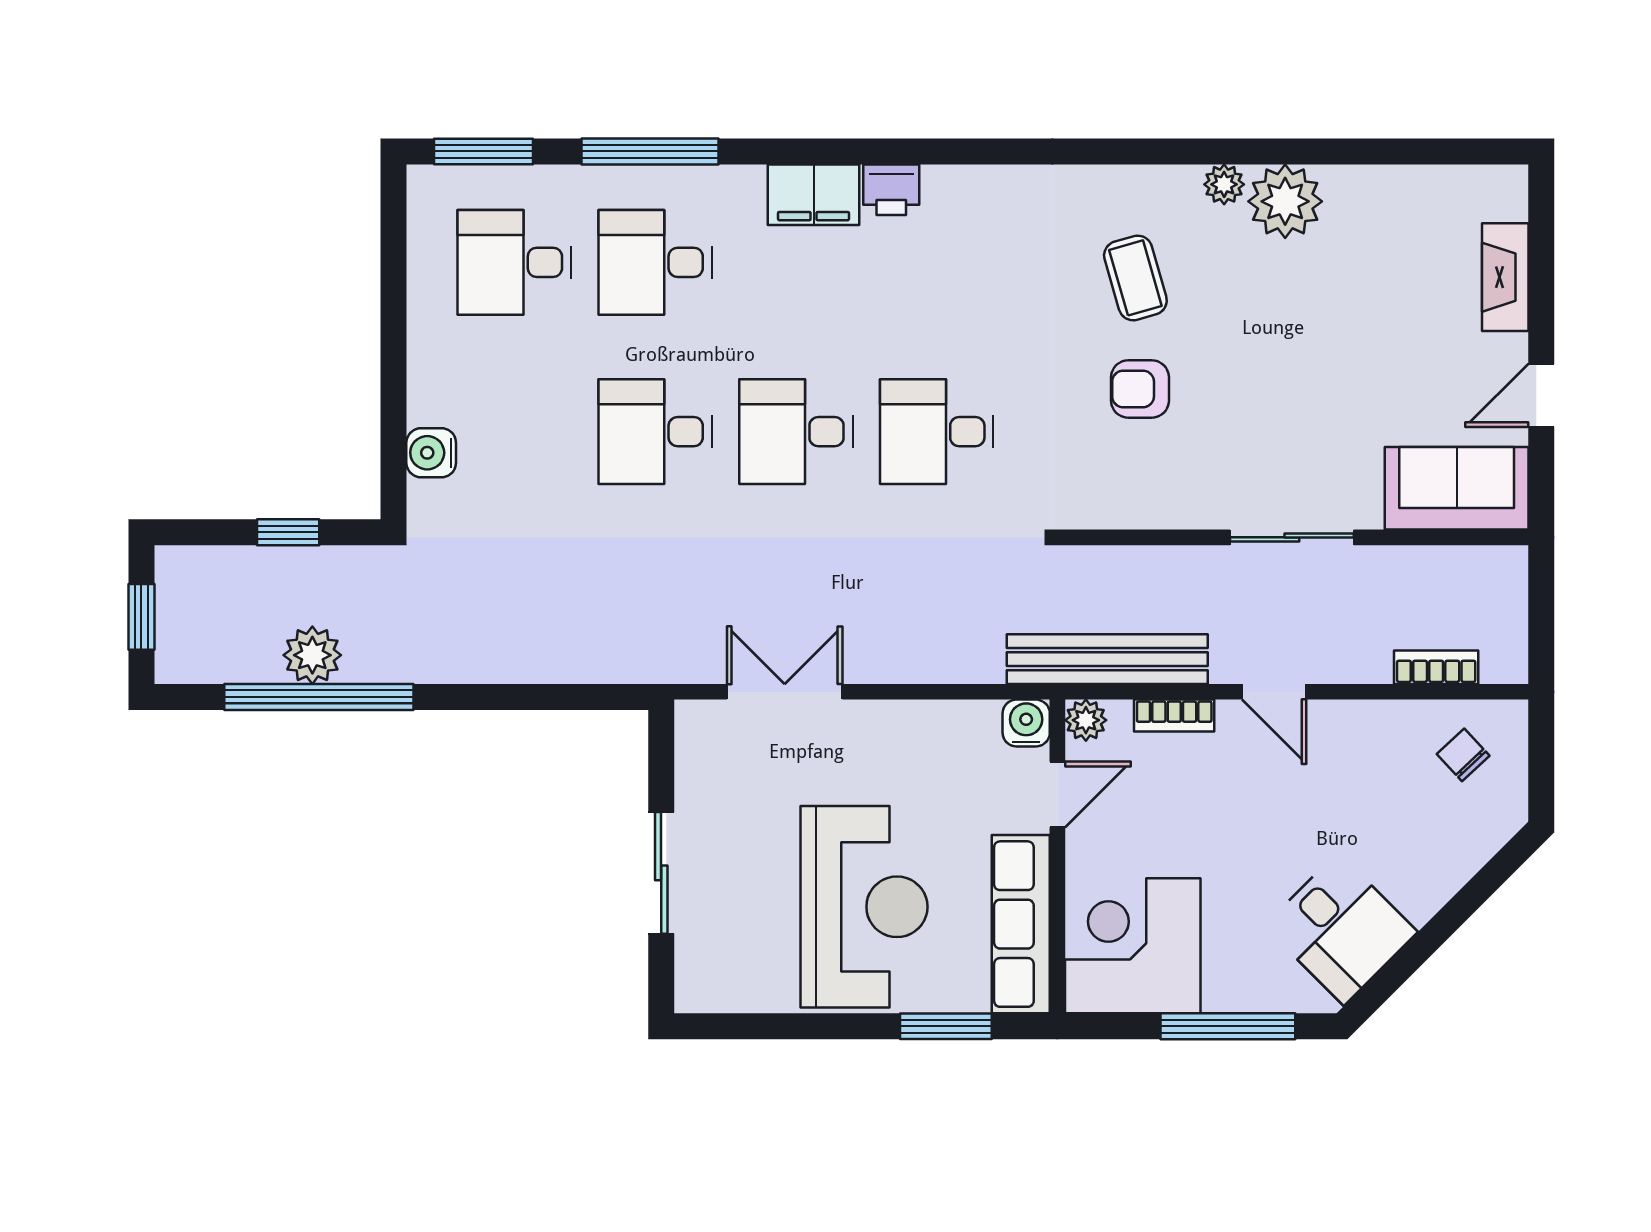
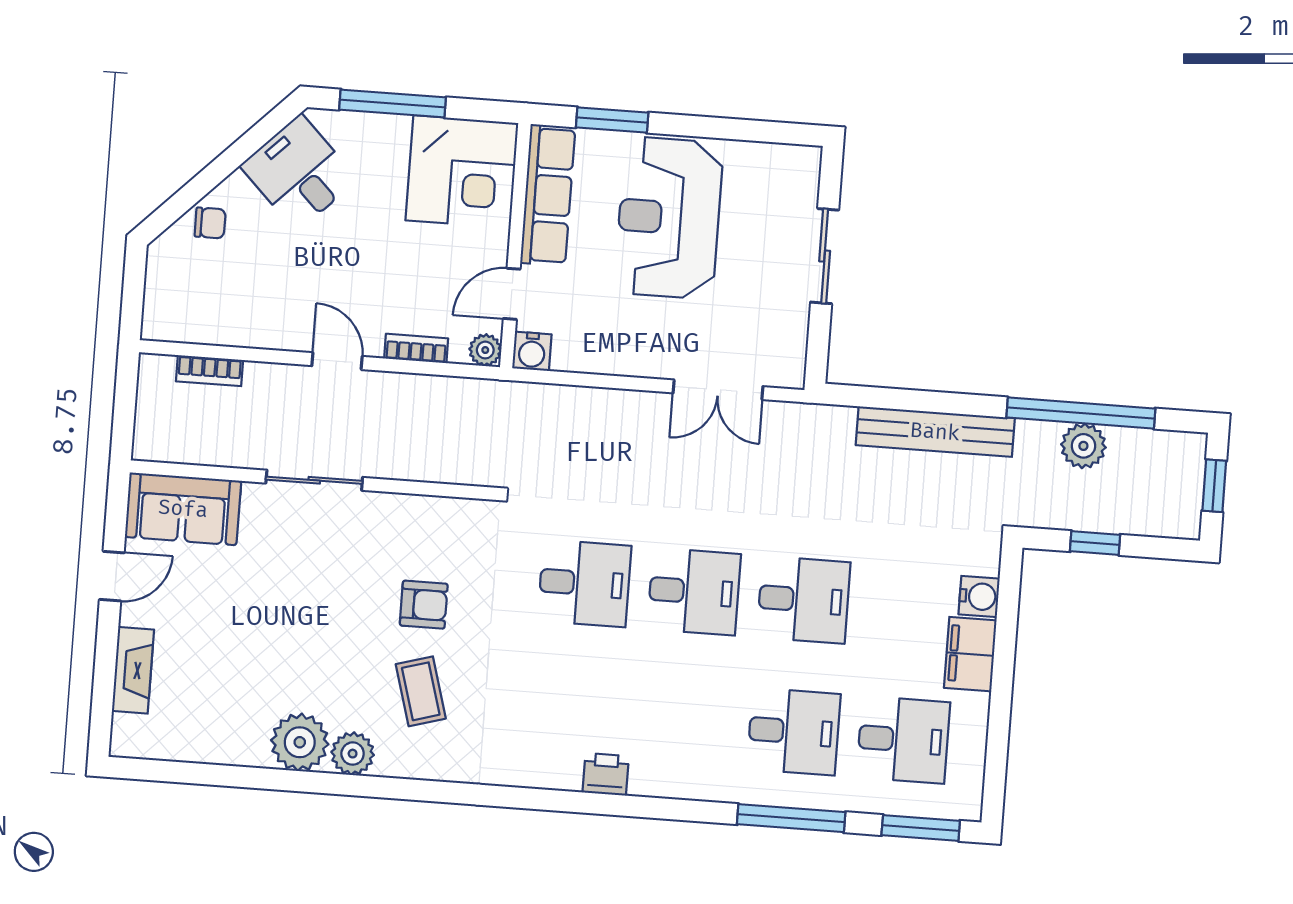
plant: (1224, 184) -> (353, 754), width x1.38, depth x1.38
filing cabinet: (814, 195) -> (970, 654), moved, turned -90
bench: (1107, 659) -> (935, 432), moved
chair: (1463, 755) -> (210, 223), moved, turned -47

